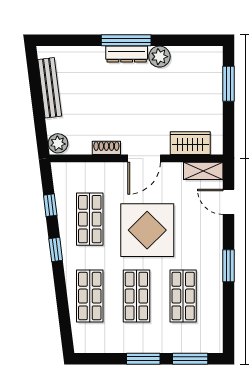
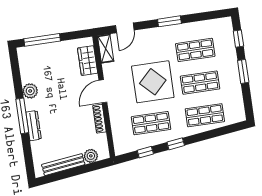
dresser: (127, 54) -> (33, 126), moved
window: (228, 84) -> (42, 40), width x1.44
plant: (58, 143) -> (91, 156), moved
shoe rack: (106, 148) -> (99, 119), width x1.43
door: (144, 158) -> (103, 91), swing flipped
window: (190, 359) -> (238, 39), width x0.67

